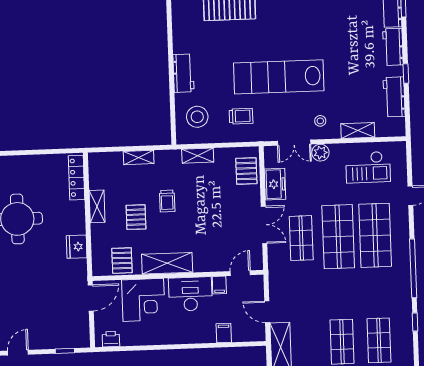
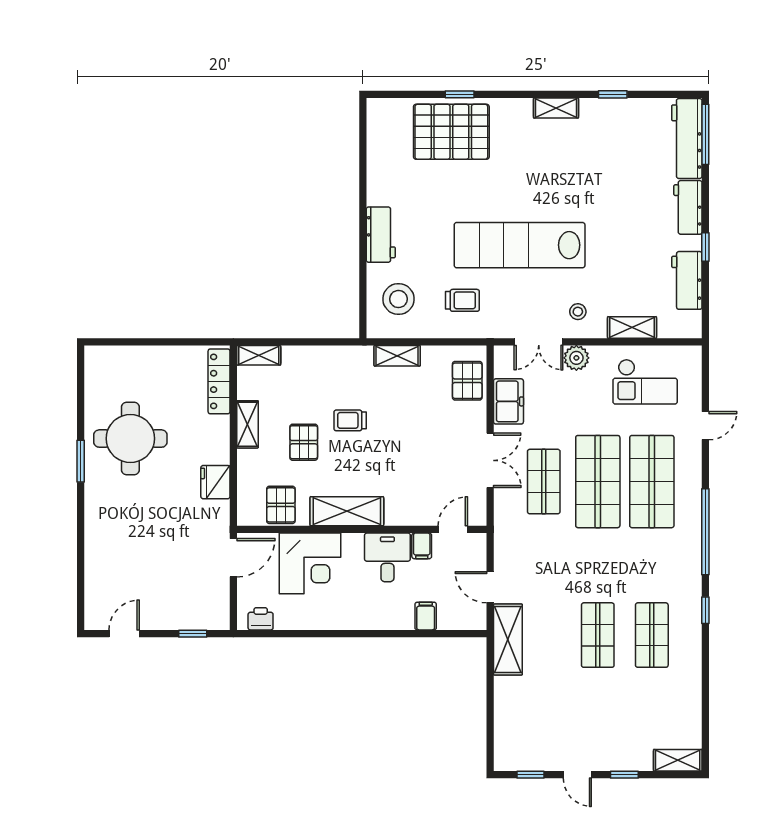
shelving: (139, 157) -> (259, 355), moved
trolley: (167, 201) -> (350, 420), turned 90
desk: (190, 294) -> (387, 557), width x0.73

